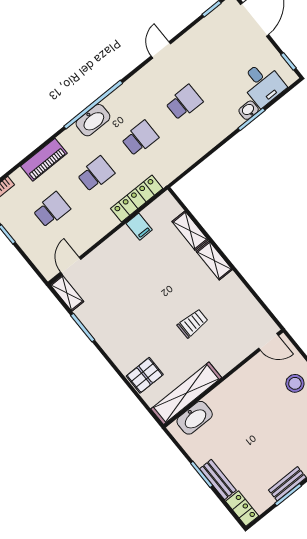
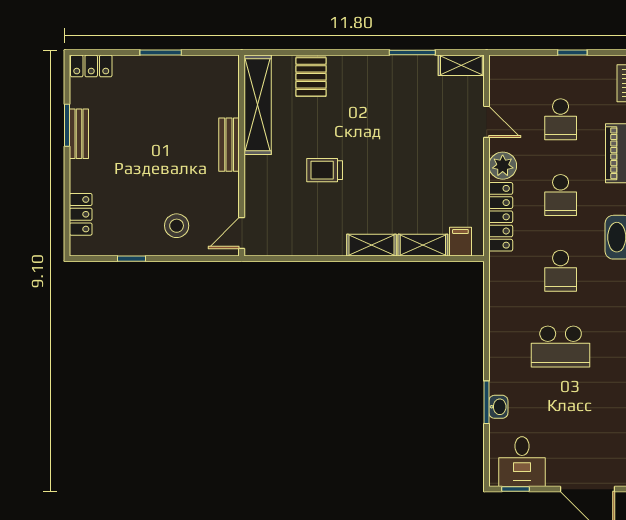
desk: (263, 84) -> (522, 462), moved, turned -90
school desk: (184, 102) -> (561, 347), width x1.85
plant: (106, 222) -> (503, 166), added
filing cabinet: (139, 227) -> (460, 242), moved, turned 90
door: (71, 266) -> (487, 122), moved
trolley: (193, 323) -> (325, 170), turned 90
washbasin: (195, 418) -> (225, 93), removed
bench: (218, 480) -> (229, 145), moved, turned 90

